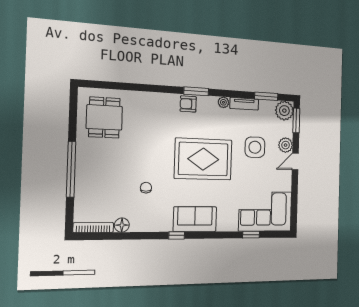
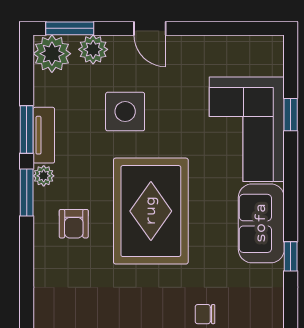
window: (196, 91) -> (27, 192), moved
window: (266, 96) -> (27, 129), moved
armchair: (188, 104) -> (74, 224), moved
plant: (286, 145) -> (93, 49), moved
corner sofa: (265, 211) -> (247, 129), moved

